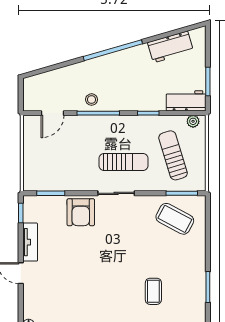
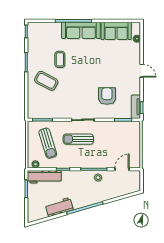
workbench: (171, 47) -> (59, 207), moved
workbench: (186, 101) -> (44, 177), width x1.38
armchair: (81, 212) -> (107, 96), moved
coffee table: (175, 219) -> (46, 81), moved
tv unit: (30, 242) -> (136, 107), moved

